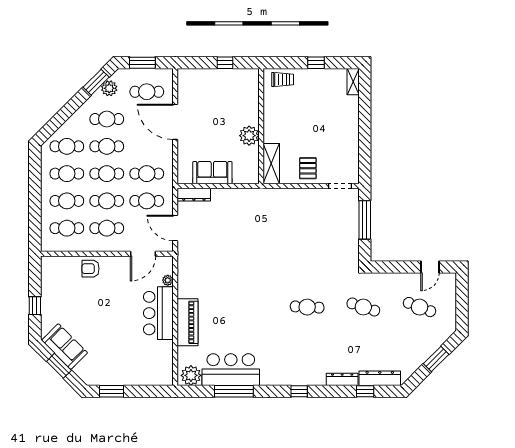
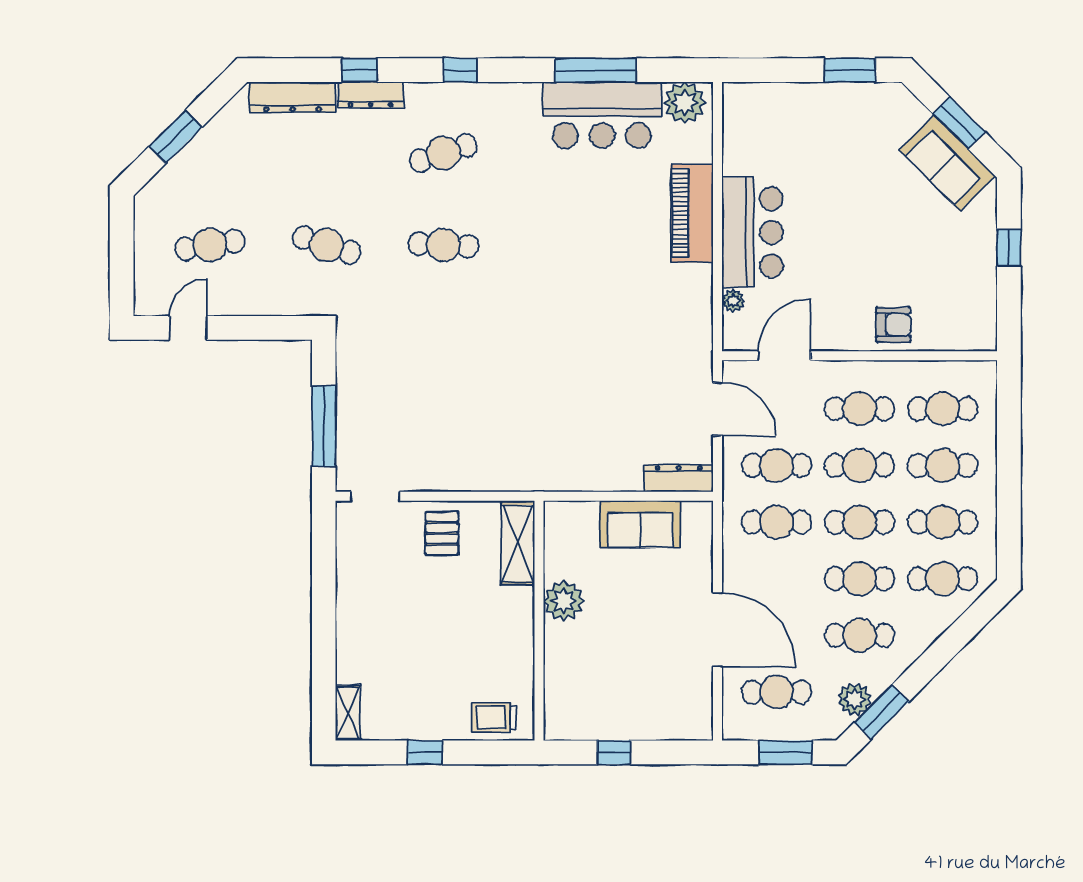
cafe table: (420, 307) -> (210, 245), turned -30
cafe table: (307, 351) -> (443, 153), added
window: (365, 391) -> (359, 70), moved

